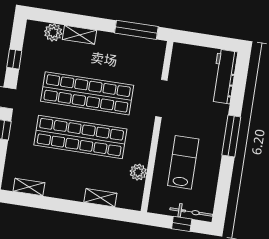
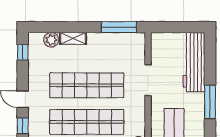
window: (14, 59) -> (23, 52), moved
workbench: (224, 76) -> (194, 62), width x1.36, depth x1.32

